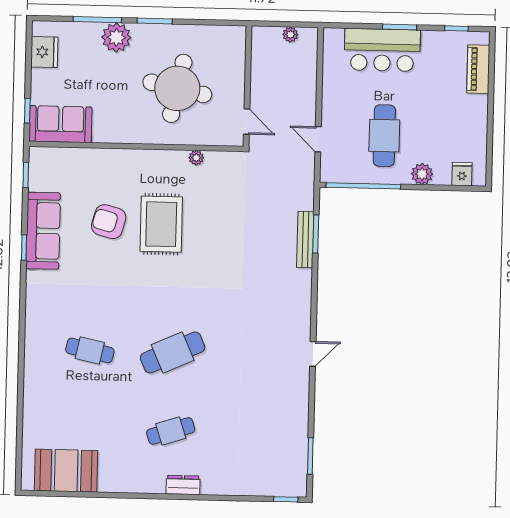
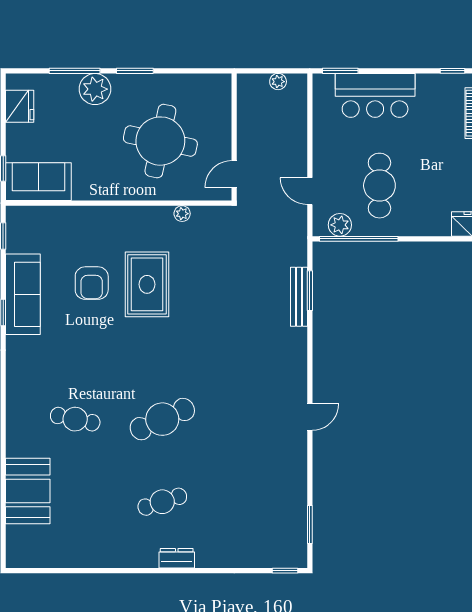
window: (400, 27) -> (340, 71), moved
door: (247, 122) -> (234, 174), swing flipped
plant: (422, 174) -> (340, 225), moved
armchair: (109, 222) -> (92, 283), turned -105
booth: (66, 471) -> (28, 491), moved, turned 90

